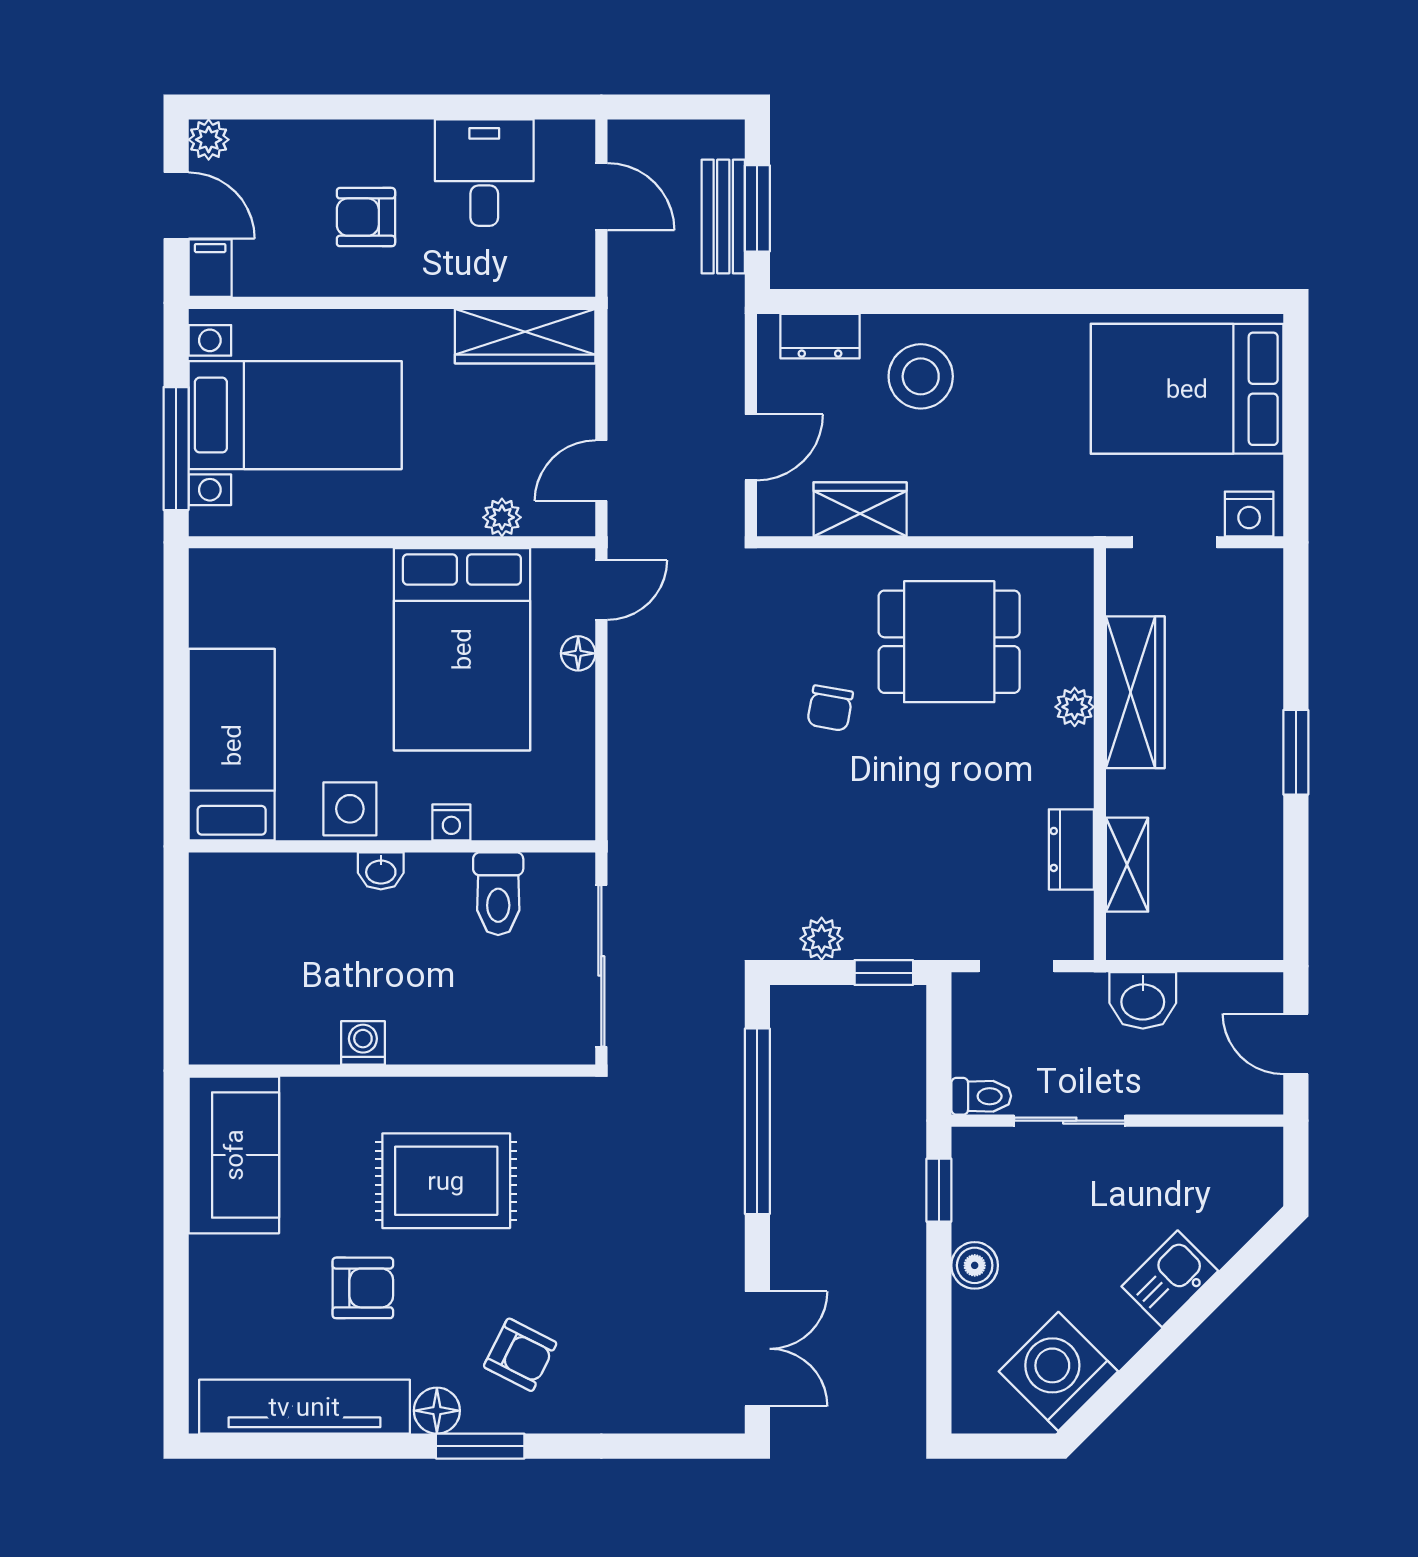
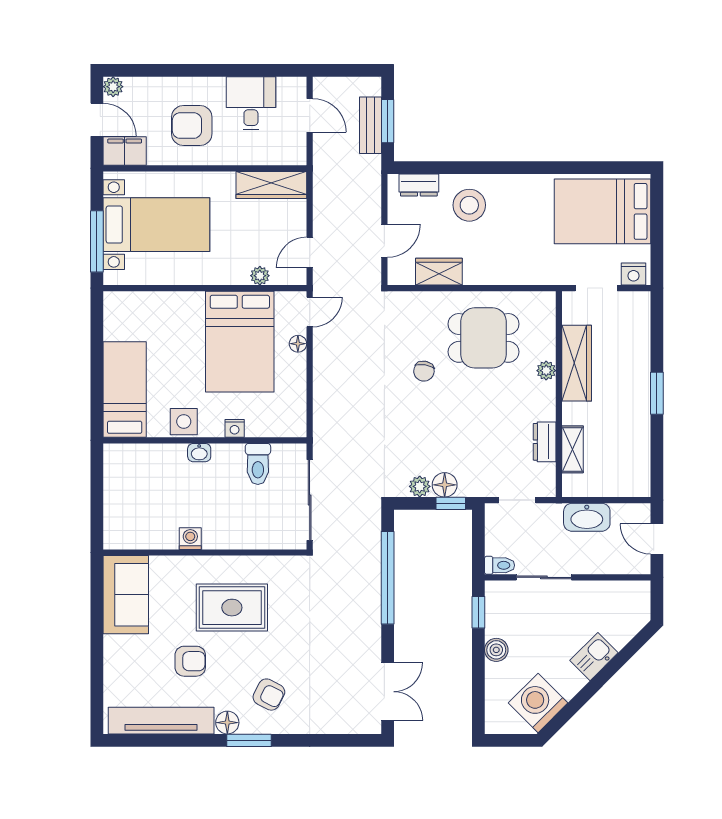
armchair: (366, 217) -> (192, 126), width x1.38, depth x1.38
filing cabinet: (210, 268) -> (125, 151), width x2.00
floor lamp: (871, 935) -> (445, 485), added
washbasin: (1143, 1000) -> (587, 517), width x1.38

